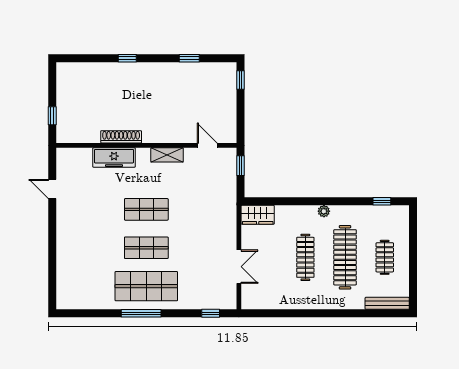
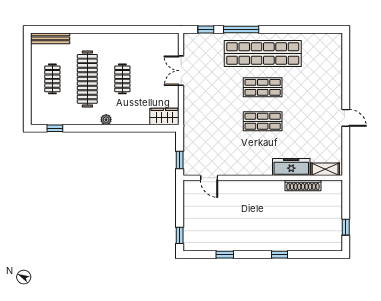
window: (52, 116) -> (346, 227), moved
shoe rack: (121, 137) -> (303, 185), moved
shelving: (167, 155) -> (325, 169), moved
door: (52, 189) -> (346, 118), moved
clothes rail: (305, 257) -> (122, 79), width x0.73
shop shelf: (146, 286) -> (263, 53), width x1.40
window: (141, 313) -> (241, 29), moved

